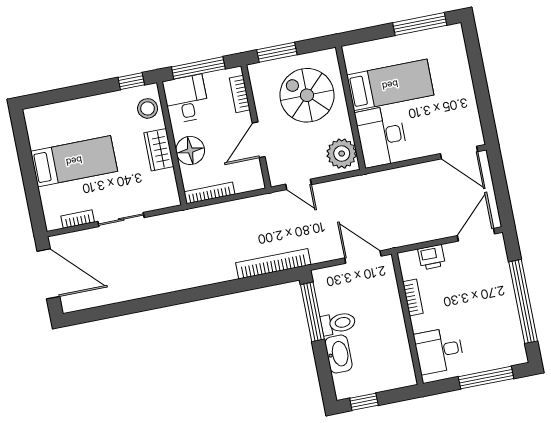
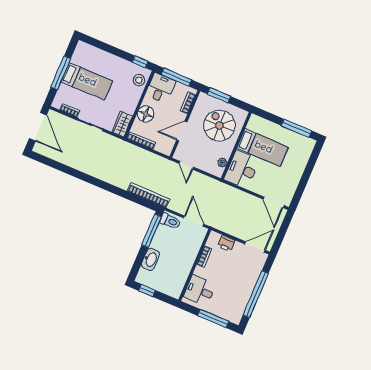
wardrobe: (159, 150) -> (122, 124), moved
plant: (342, 154) -> (222, 162), width x0.53, depth x0.53
window: (29, 174) -> (61, 73), added
toilet: (338, 323) -> (170, 221), moved

